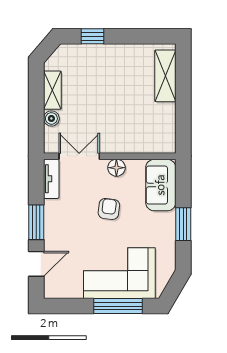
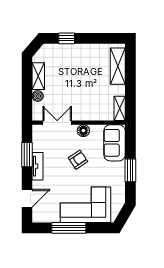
shelving: (168, 136) -> (120, 108), added
tv unit: (51, 179) -> (38, 166), moved
armchair: (109, 209) -> (78, 160), turned 49
window: (36, 222) -> (27, 155), moved
window: (118, 306) -> (69, 228), moved

